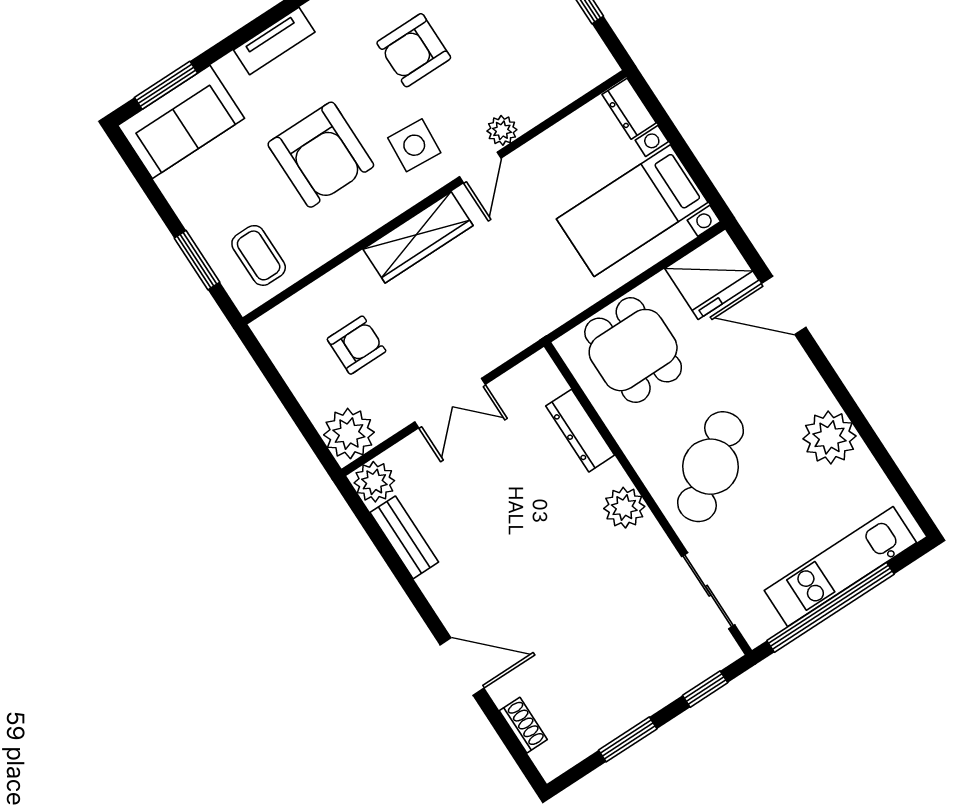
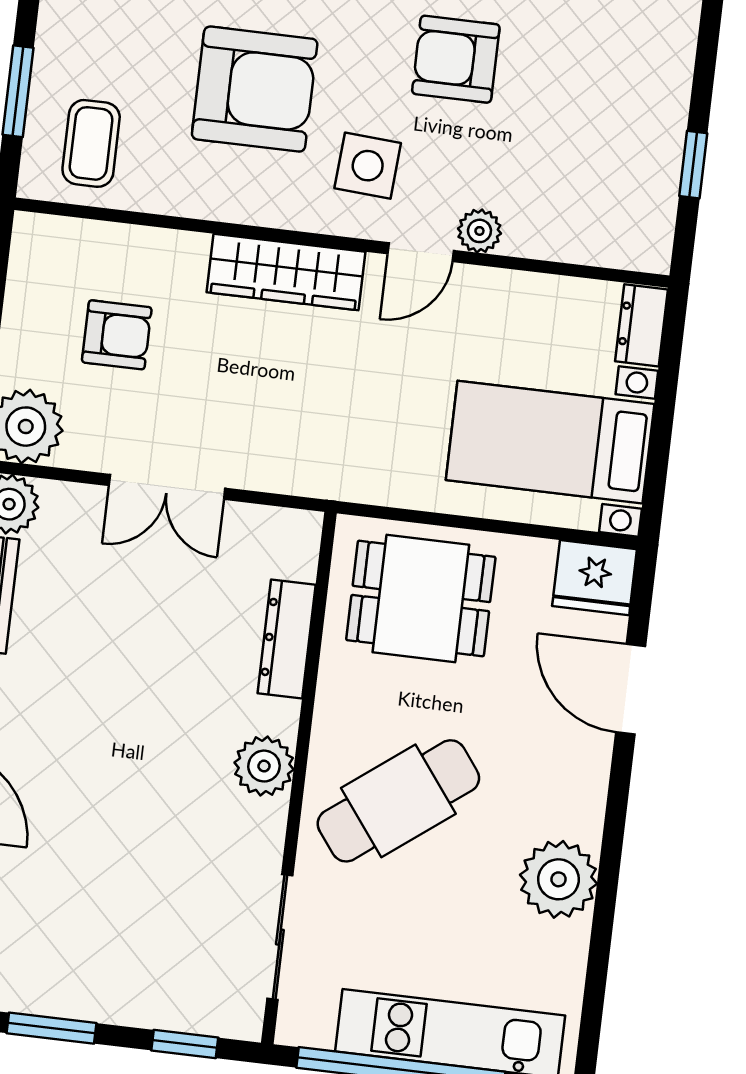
armchair: (321, 155) -> (255, 89), turned -90
fridge: (712, 274) -> (595, 578), width x0.73, depth x0.75
dining table: (633, 350) -> (421, 598), turned 90

